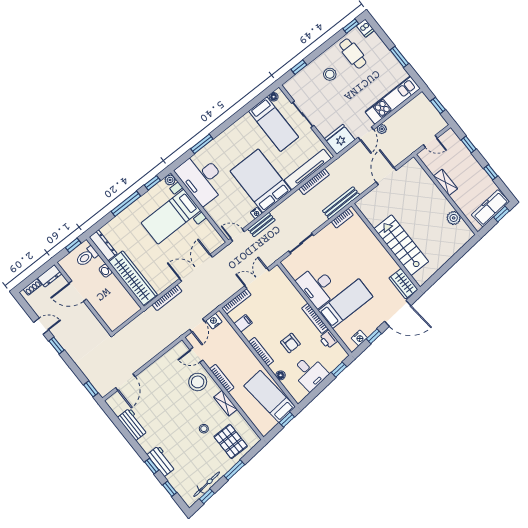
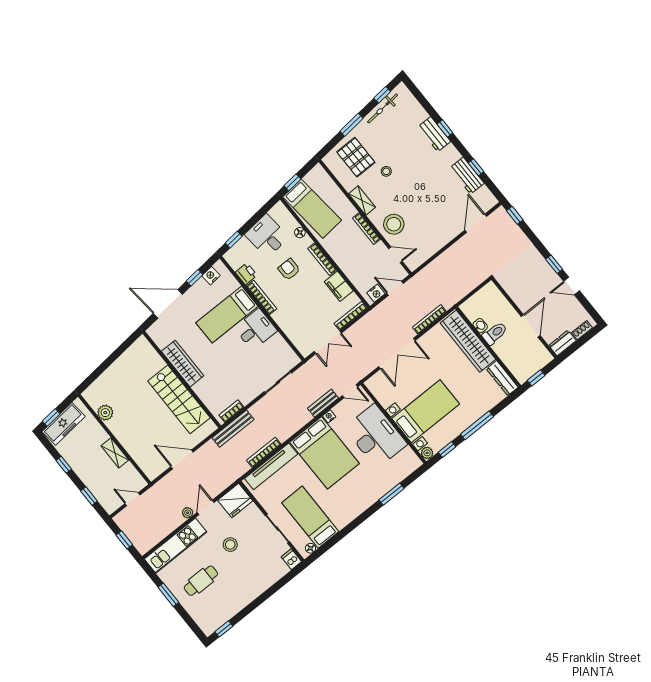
dishwasher: (365, 28) -> (291, 559), moved
cafe table: (353, 54) -> (201, 581), moved, turned 90
window: (299, 67) -> (282, 582), removed
stool: (330, 74) -> (230, 545), moved
door: (386, 176) -> (182, 459), swing flipped
desk: (202, 178) -> (376, 436), moved
stairs: (401, 245) -> (179, 399), moved
toilet: (87, 256) -> (495, 333), moved
washbasin: (106, 271) -> (480, 326), moved
wardrobe: (403, 284) -> (183, 364), moved, width x1.50
desk: (317, 286) -> (256, 329), width x0.73
door: (78, 291) -> (531, 326), hinge flipped
filing cabinet: (243, 323) -> (339, 286), width x2.00
door: (197, 325) -> (395, 288), hinge flipped
window: (170, 489) -> (476, 167), moved

